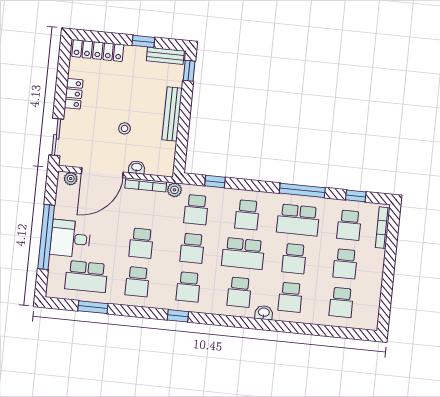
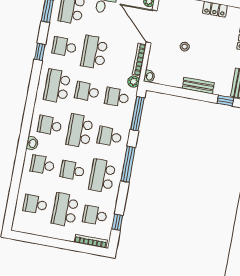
bench: (172, 114) -> (198, 86), width x0.73
washbasin: (137, 167) -> (149, 76), moved
window: (215, 182) -> (137, 114), width x2.17
window: (302, 190) -> (128, 164), moved
school desk: (141, 243) -> (94, 52), width x1.85
school desk: (345, 264) -> (65, 210), width x1.85
school desk: (188, 287) -> (57, 86), width x1.85
window: (178, 316) -> (40, 52), moved

